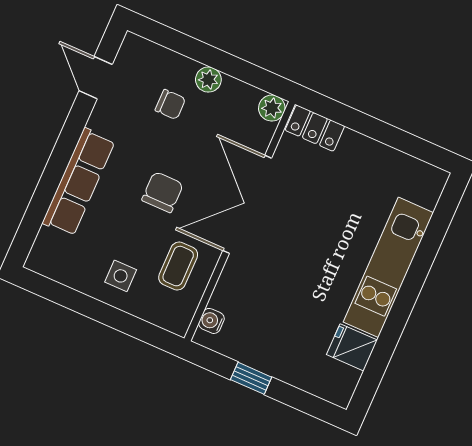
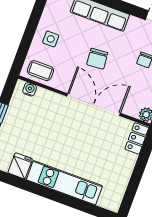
chair: (163, 192) -> (97, 59), turned 85
coffee table: (178, 266) -> (40, 71), moved

